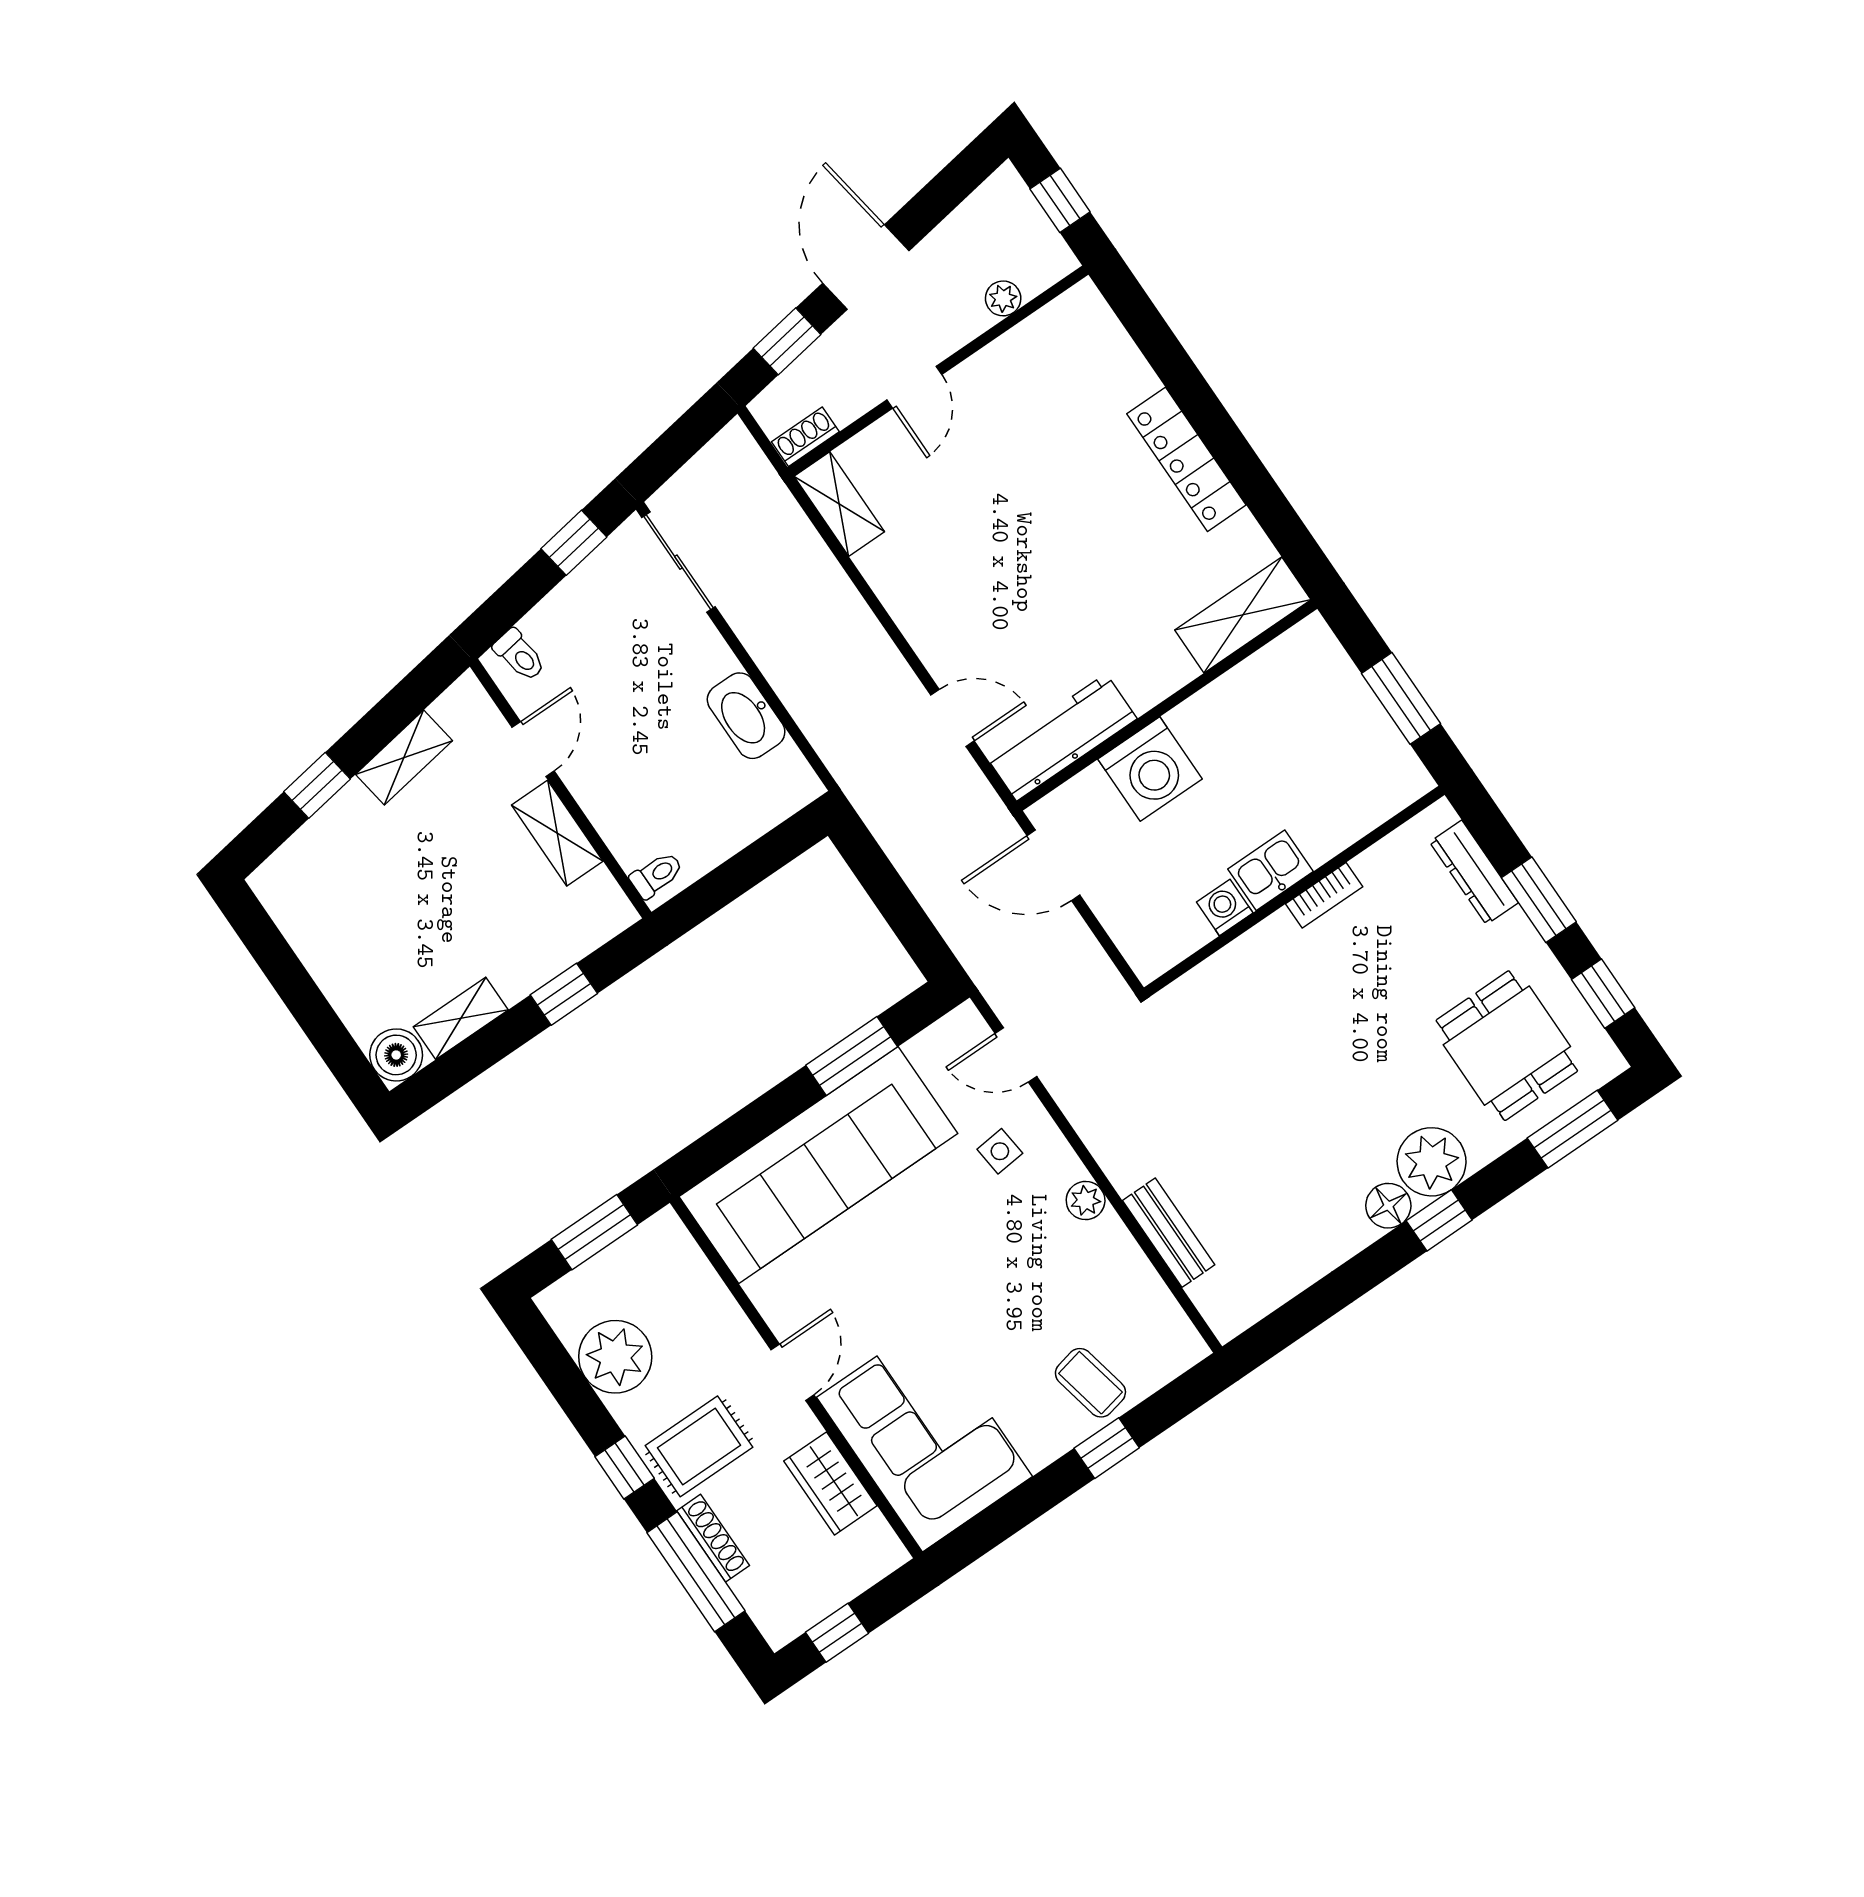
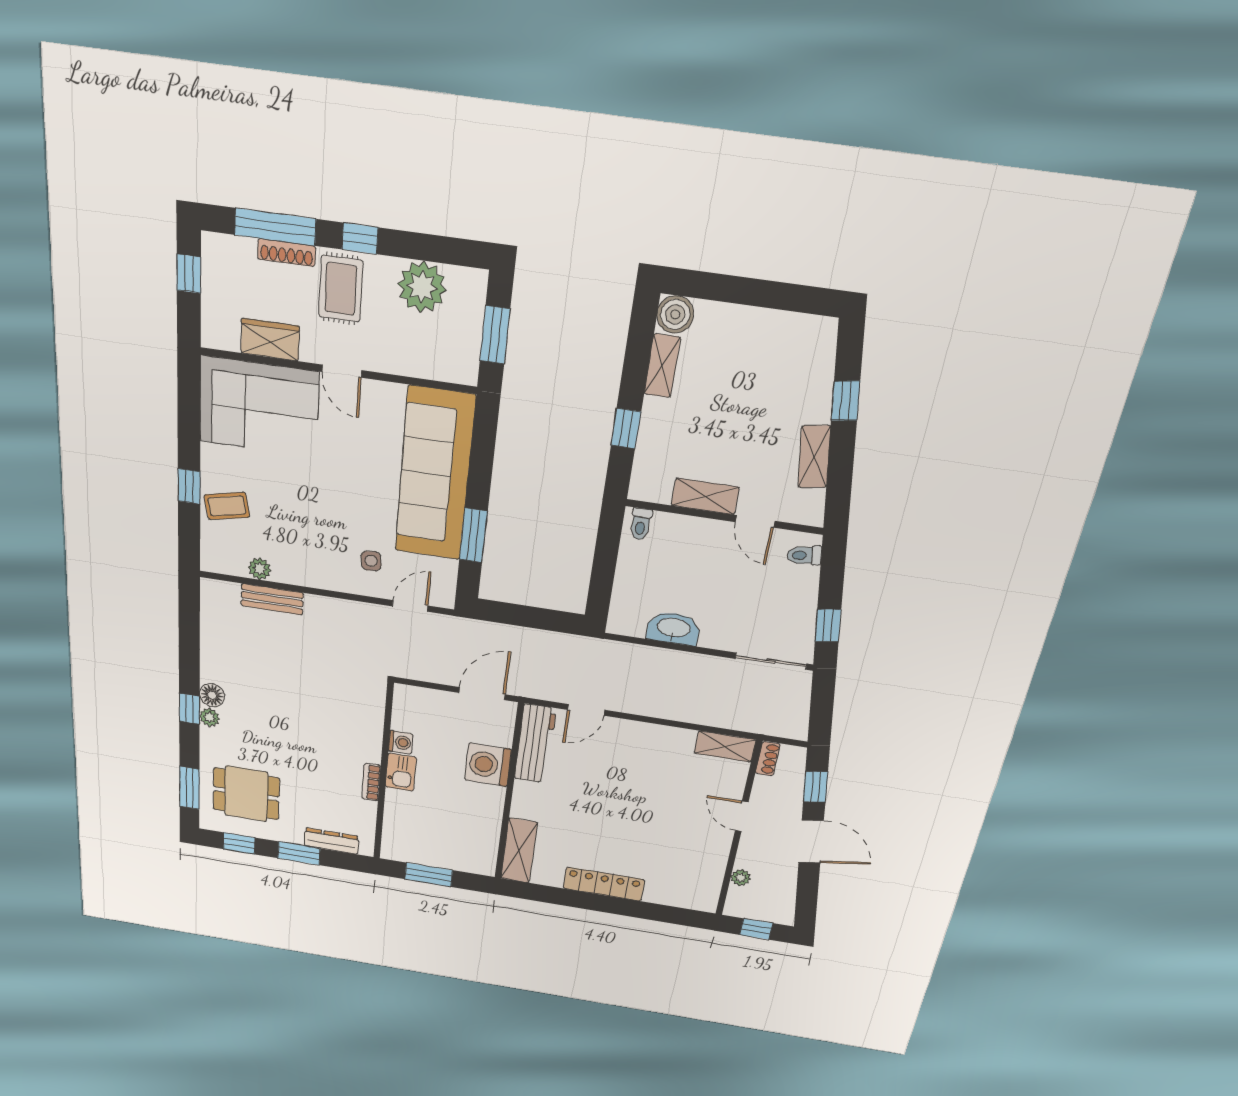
plant: (1432, 1162) -> (210, 717), width x0.53, depth x0.53
plant: (1086, 1200) -> (260, 569), moved

